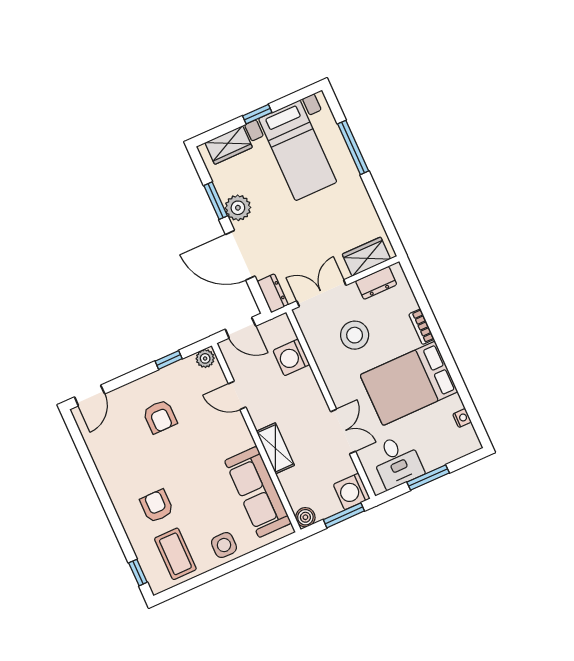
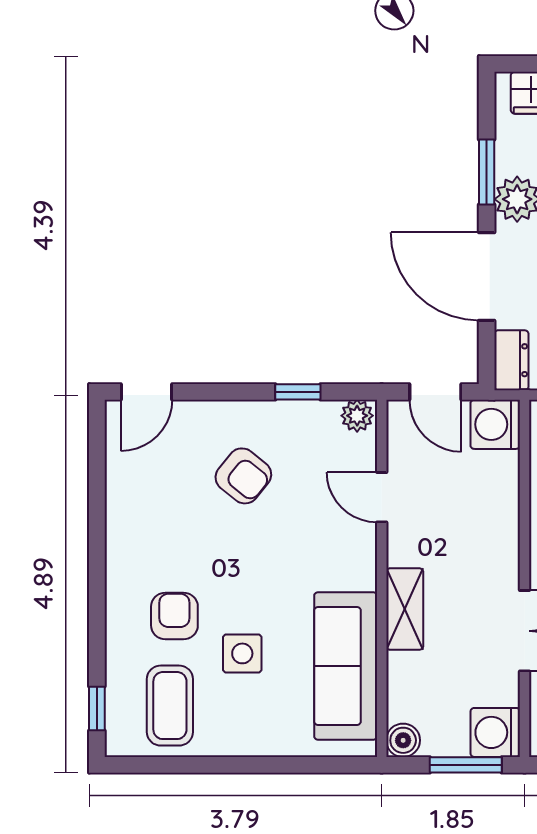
washing machine: (291, 357) -> (495, 424), moved
armchair: (160, 417) -> (243, 476), turned -51
side table: (224, 545) -> (242, 653), moved

